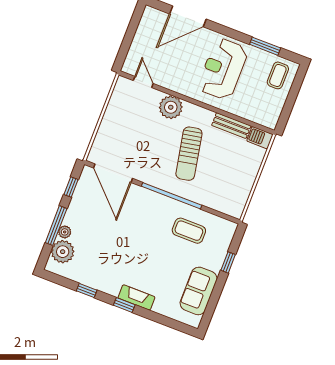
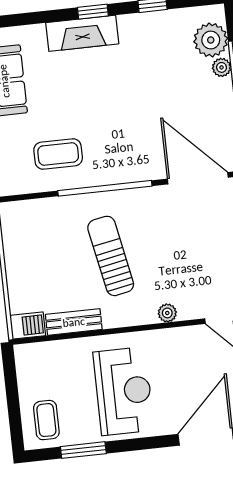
plant: (171, 107) -> (167, 313), width x0.53, depth x0.53
fireplace: (136, 297) -> (82, 33), width x1.37, depth x1.32

